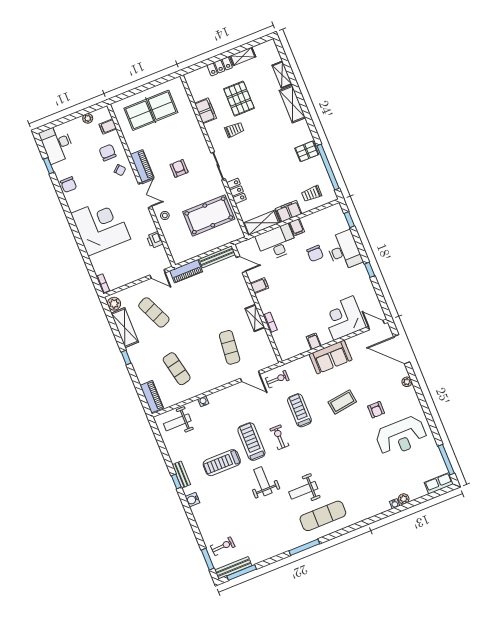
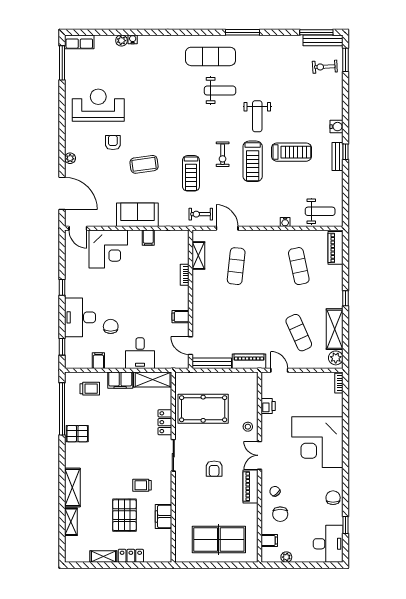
filing cabinet: (297, 227) -> (98, 361), moved
desk: (277, 243) -> (140, 353), width x0.73
shelving: (255, 318) -> (198, 256), moved

